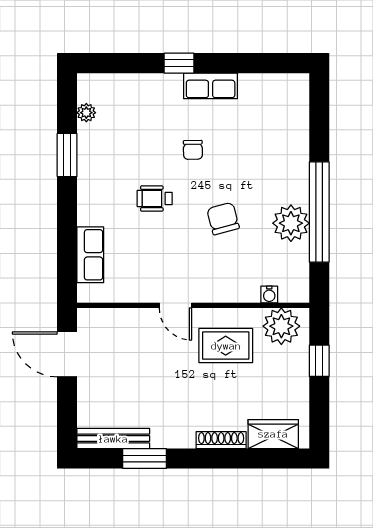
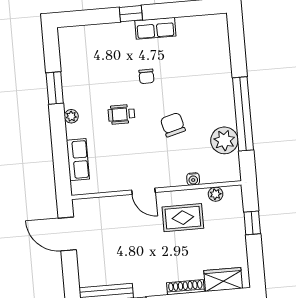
plant: (86, 113) -> (71, 116), moved
plant: (291, 223) -> (224, 140), moved
water cooler: (269, 294) -> (193, 179), moved
plant: (281, 326) -> (216, 194), width x0.53, depth x0.53

